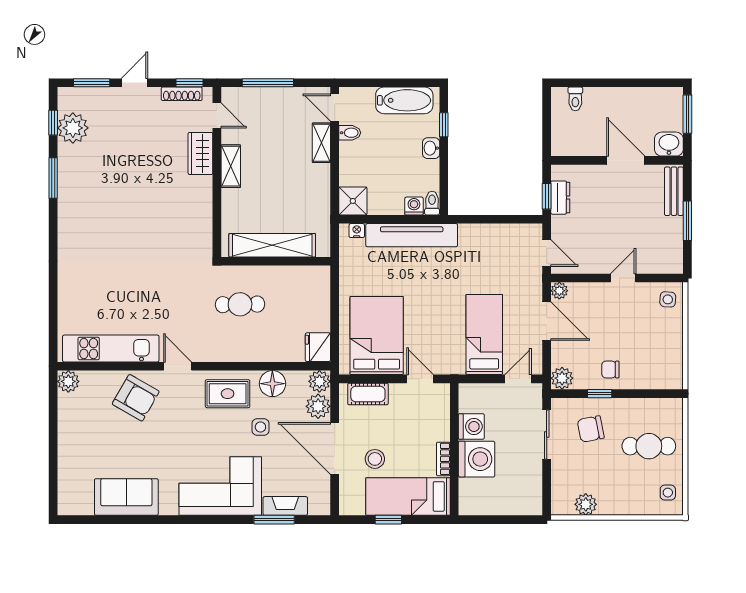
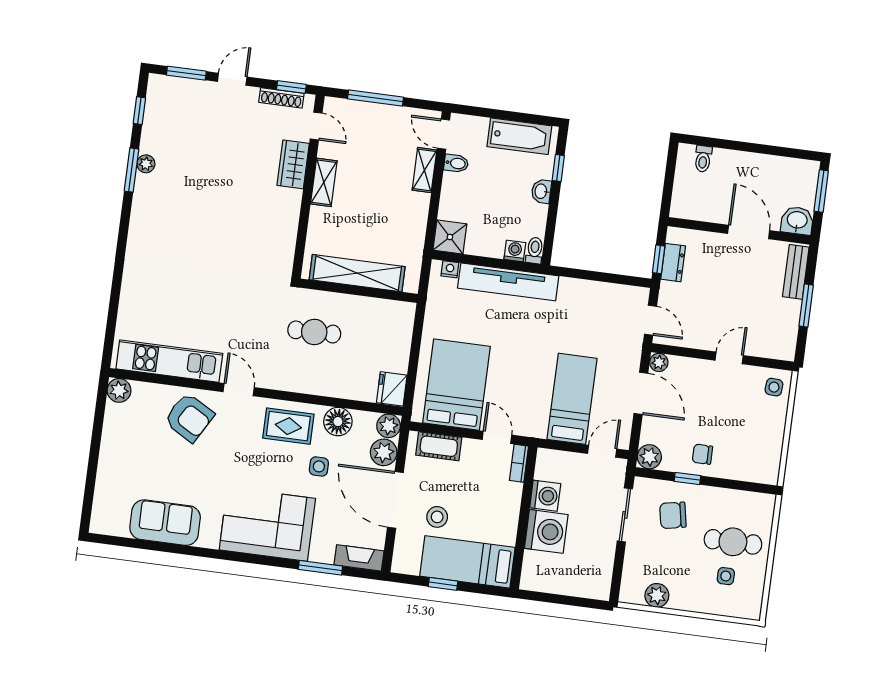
plant: (73, 128) -> (146, 164), moved, width x0.53, depth x0.53
bookcase: (443, 459) -> (519, 463), moved
side table: (668, 493) -> (726, 576), moved
fireplace: (285, 506) -> (359, 558), moved

